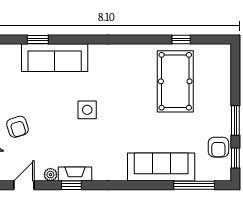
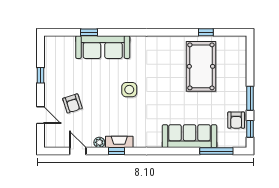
door: (24, 185) -> (78, 151), hinge flipped

